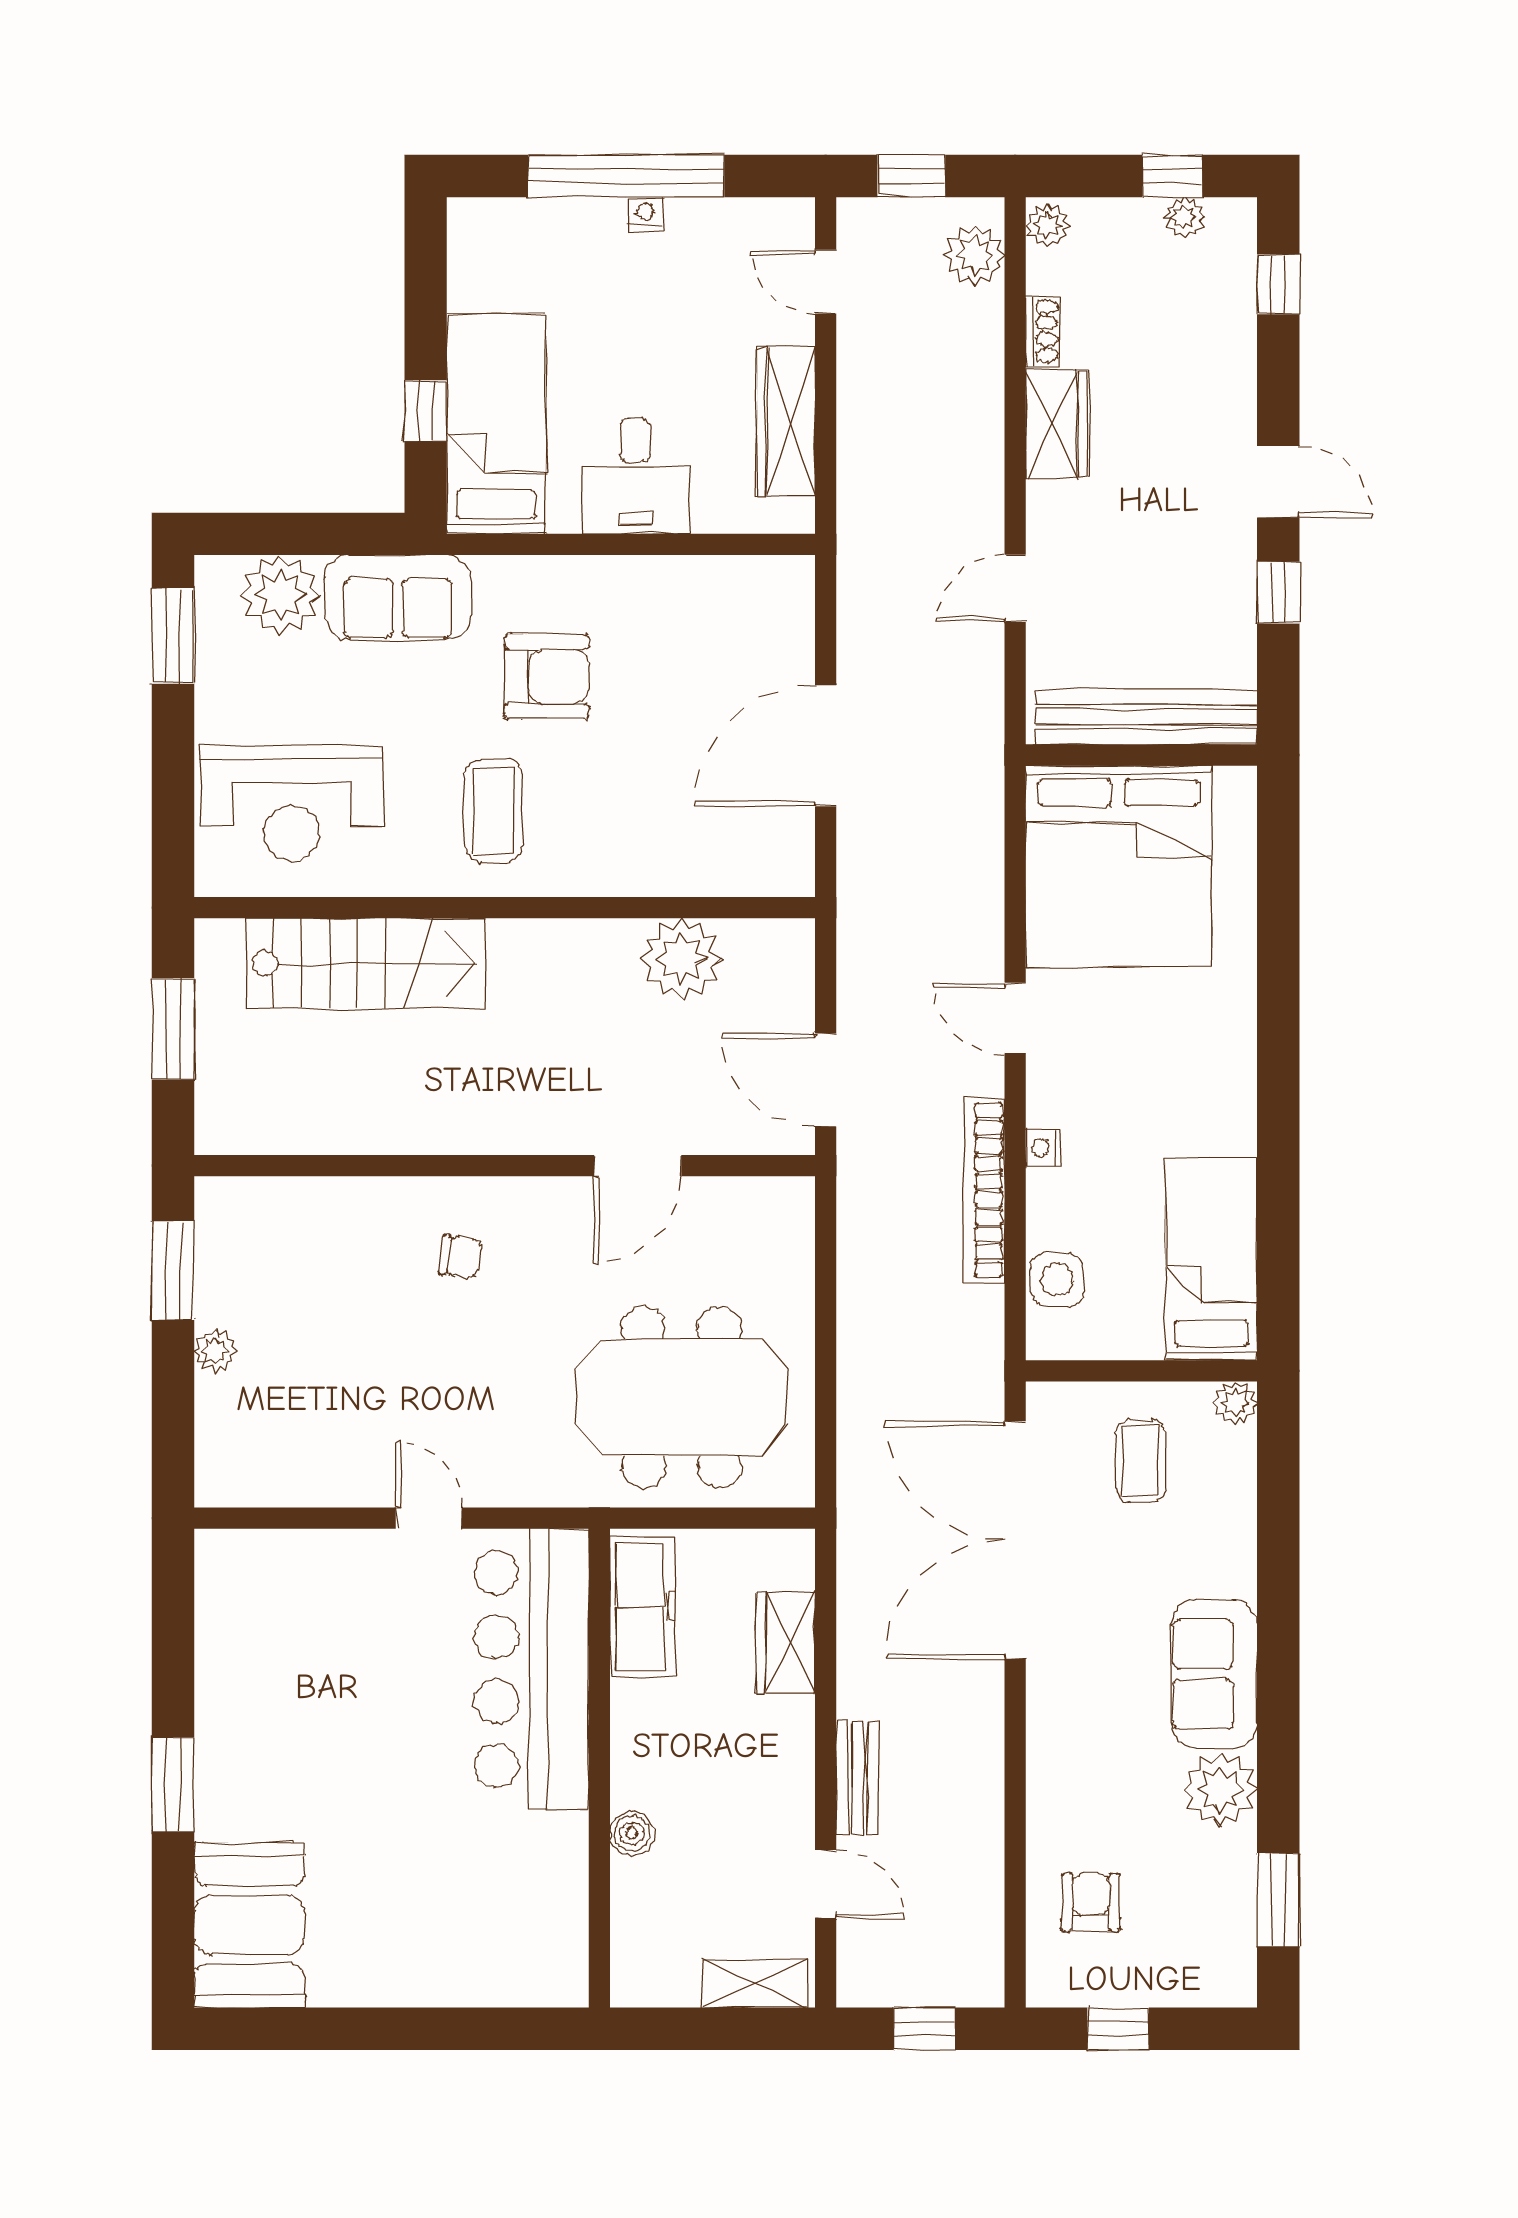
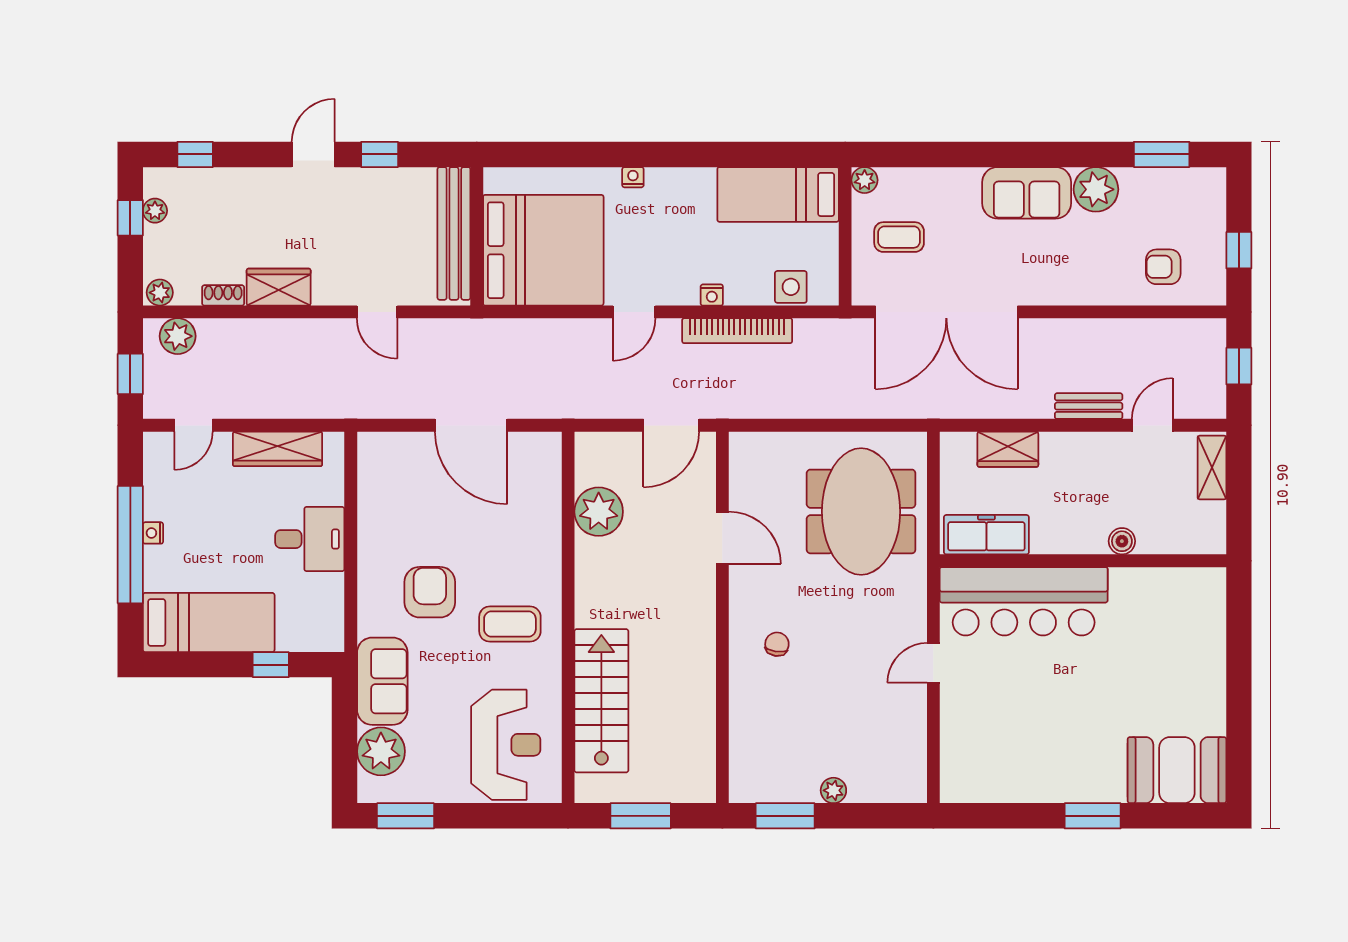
bed: (496, 424) -> (209, 622), moved, turned 180
nightstand: (1240, 1016) -> (633, 177), added

